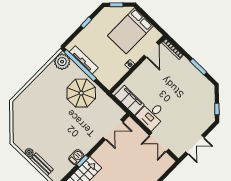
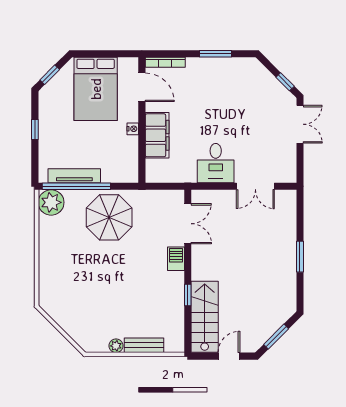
filing cabinet: (129, 100) -> (157, 135), moved, turned 90
double door: (195, 145) -> (300, 124), moved
barbecue: (76, 157) -> (176, 259), moved

